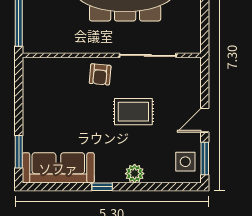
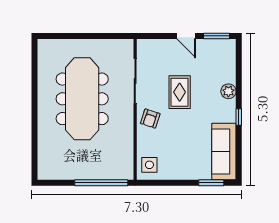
armchair: (100, 74) -> (150, 119), turned 103
side table: (185, 162) -> (149, 165), moved

